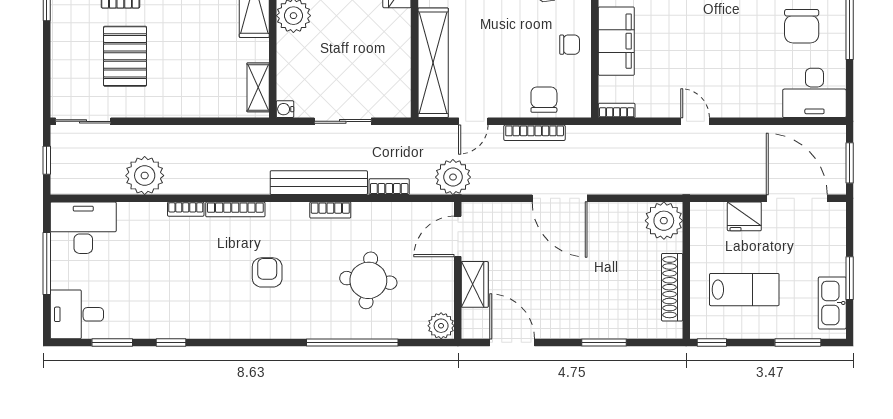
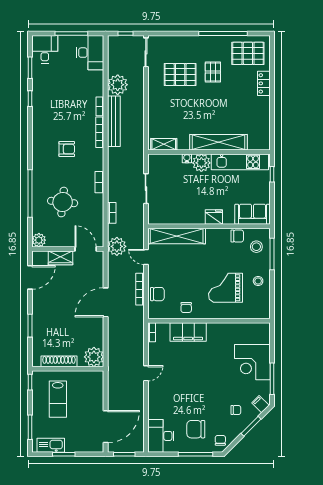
water cooler: (285, 109) -> (187, 158), moved
bench: (319, 183) -> (114, 121), moved
fridge: (744, 216) -> (96, 399), removed

